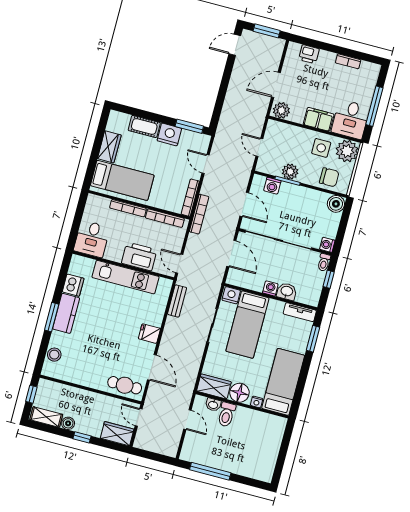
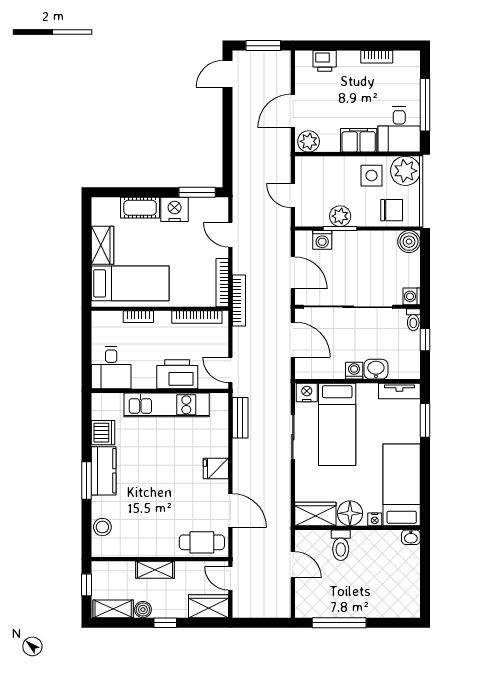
bookcase: (128, 208) -> (138, 317), width x0.64
shelving: (85, 396) -> (155, 570), added
washbasin: (213, 405) -> (411, 537), moved

